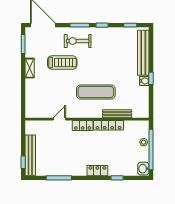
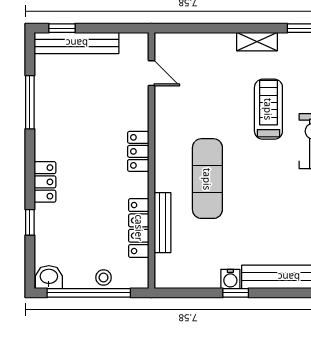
treadmill: (62, 63) -> (268, 109), turned 180
door: (59, 119) -> (151, 73), moved
locker: (108, 125) -> (139, 228), moved

